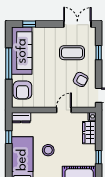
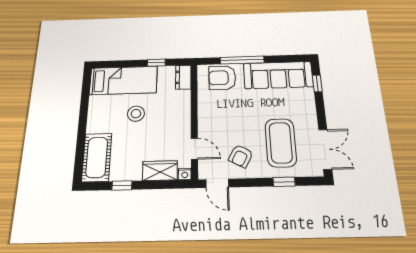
coffee table: (72, 53) -> (281, 143), width x1.36, depth x1.32
window: (9, 64) -> (242, 60), moved
door: (64, 110) -> (194, 149), moved

